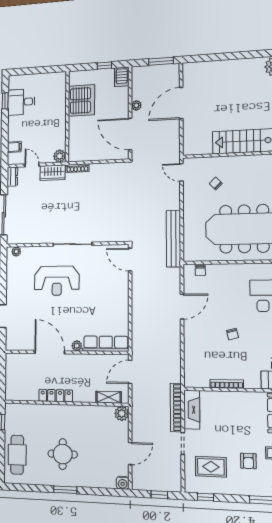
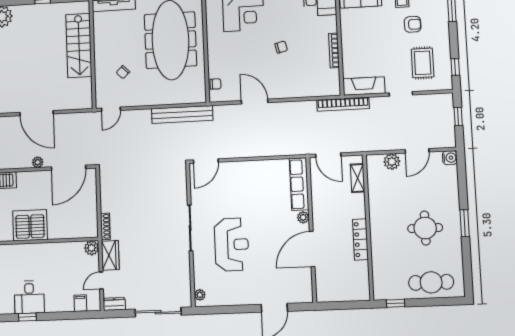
bookcase: (176, 408) -> (343, 104), moved
plant: (122, 413) -> (392, 162), moved
door: (130, 454) -> (417, 151), swing flipped

